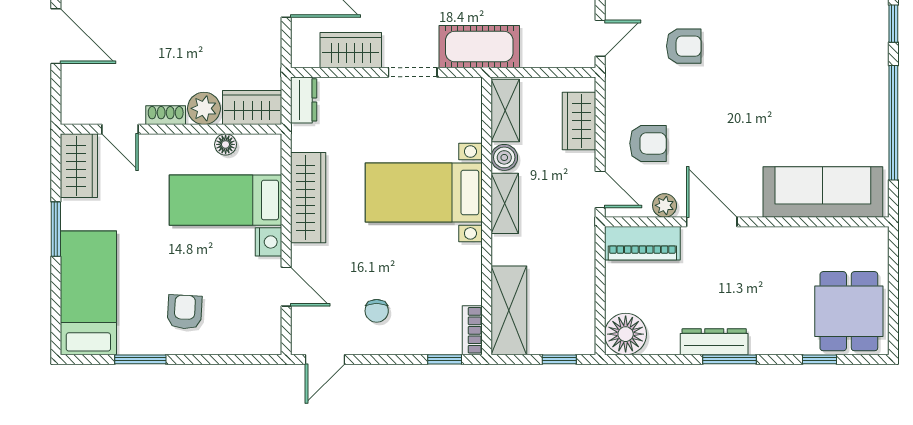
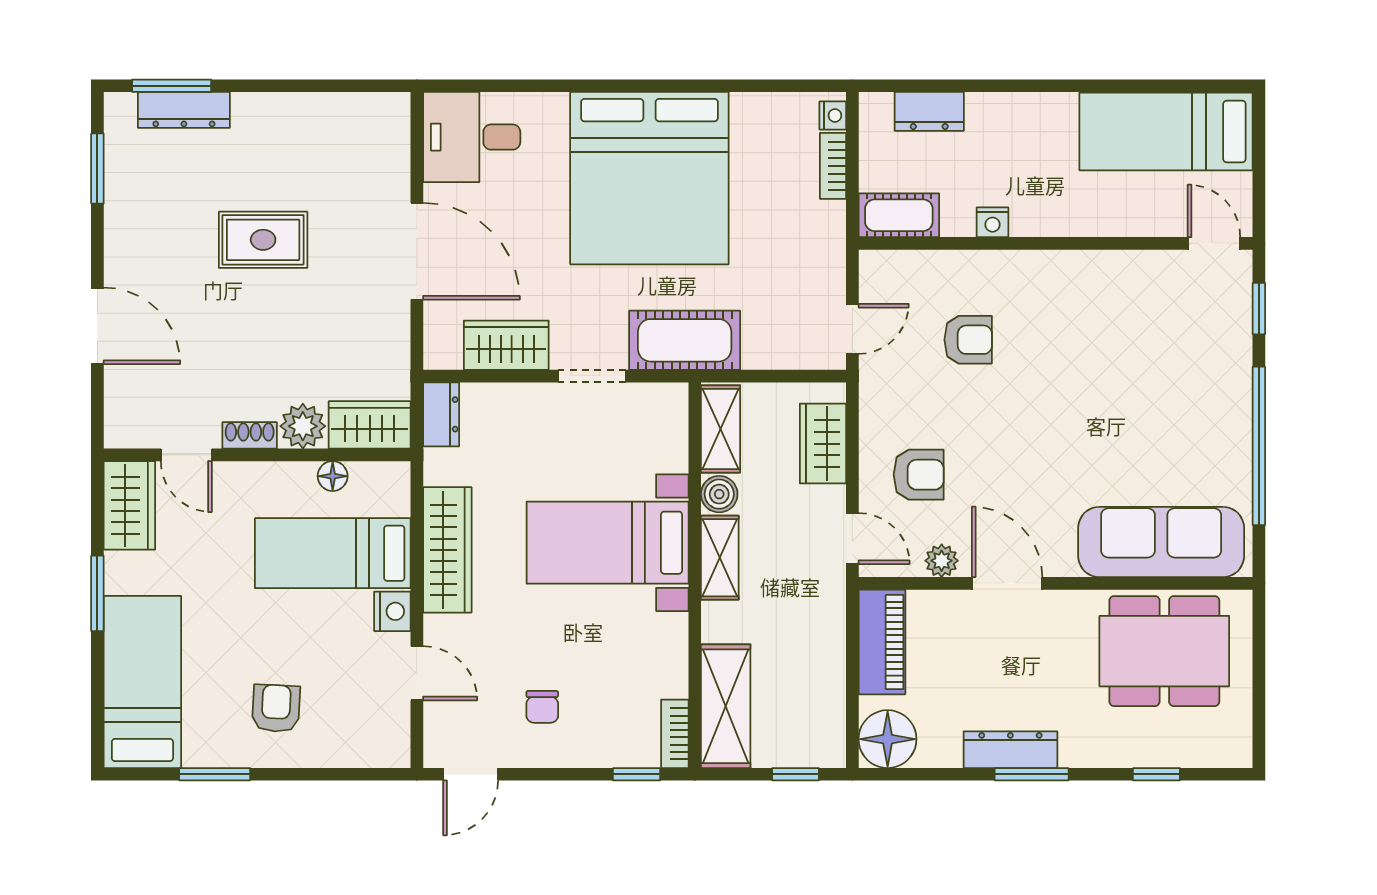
piano: (642, 243) -> (882, 642), moved, turned -90
dining table: (849, 311) -> (1164, 651), moved, width x1.38

